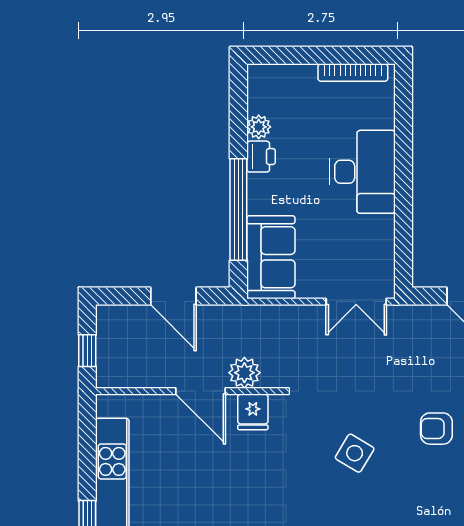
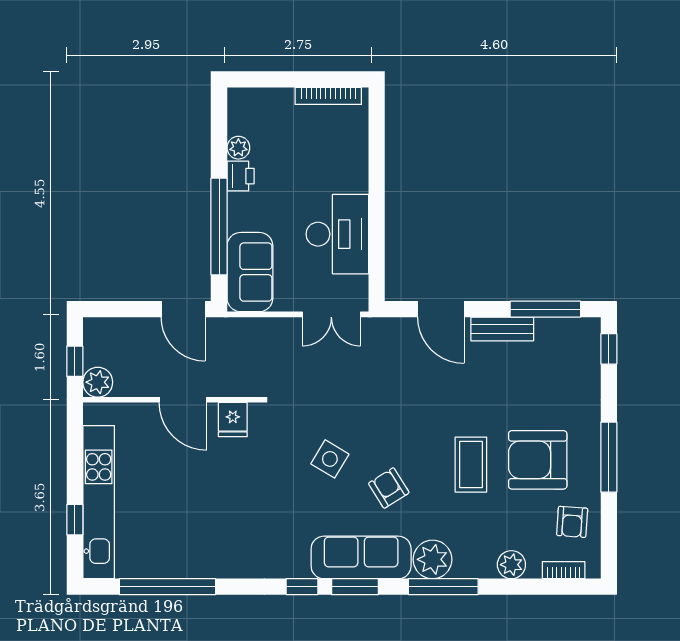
desk: (362, 172) -> (337, 234), moved
door: (173, 296) -> (183, 309), moved
plant: (244, 373) -> (98, 382), moved
armchair: (436, 429) -> (389, 488), moved, turned 58

